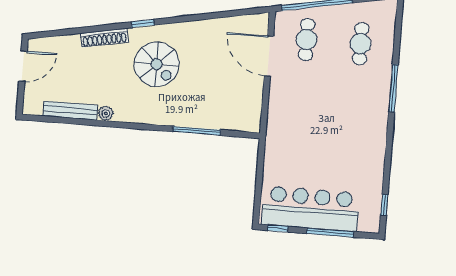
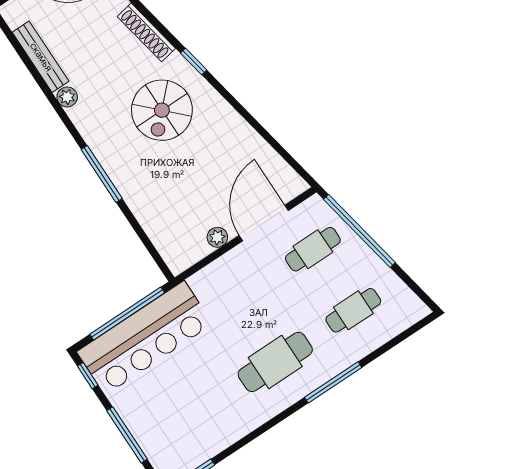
plant: (256, 90) -> (217, 237), added
cafe table: (355, 113) -> (275, 362), added
window: (197, 131) -> (102, 174), moved
window: (259, 177) -> (127, 313), added
bar counter: (311, 209) -> (145, 338), moved, turned 90

